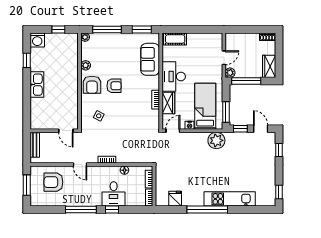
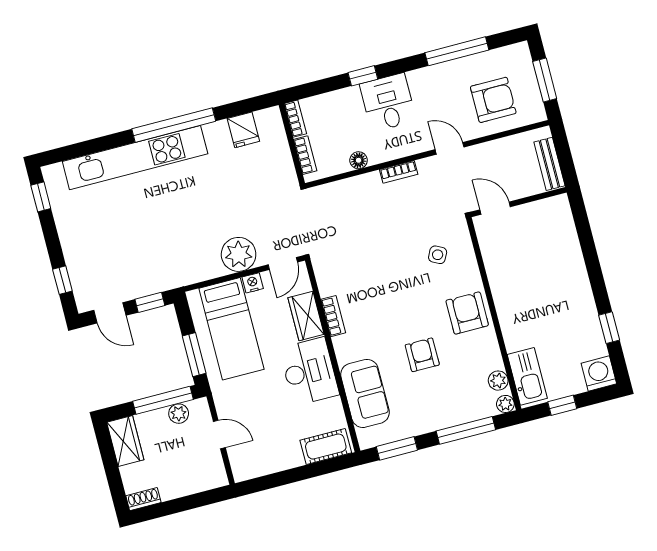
door: (224, 58) -> (219, 434), swing flipped
plant: (86, 65) -> (498, 381), moved
plant: (230, 73) -> (179, 414), moved
kitchen sink: (37, 85) -> (527, 376), moved, turned 180
armchair: (114, 86) -> (422, 355), moved, turned 90
window: (226, 112) -> (194, 355), moved
plant: (216, 140) -> (239, 254), moved
desk: (114, 194) -> (388, 102), moved
kitchen unit: (230, 199) -> (135, 158), width x1.36
window: (81, 209) -> (457, 51), moved

